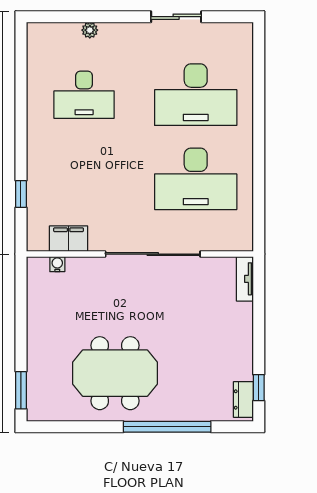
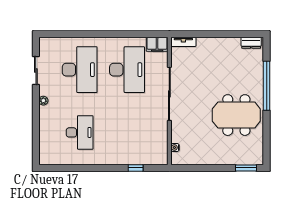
sliding door: (176, 17) -> (36, 71), moved
plant: (90, 30) -> (43, 101), moved
filing cabinet: (69, 239) -> (157, 44), moved, turned -90
meeting table: (115, 373) -> (236, 115), turned 90
window: (259, 388) -> (244, 34), removed

